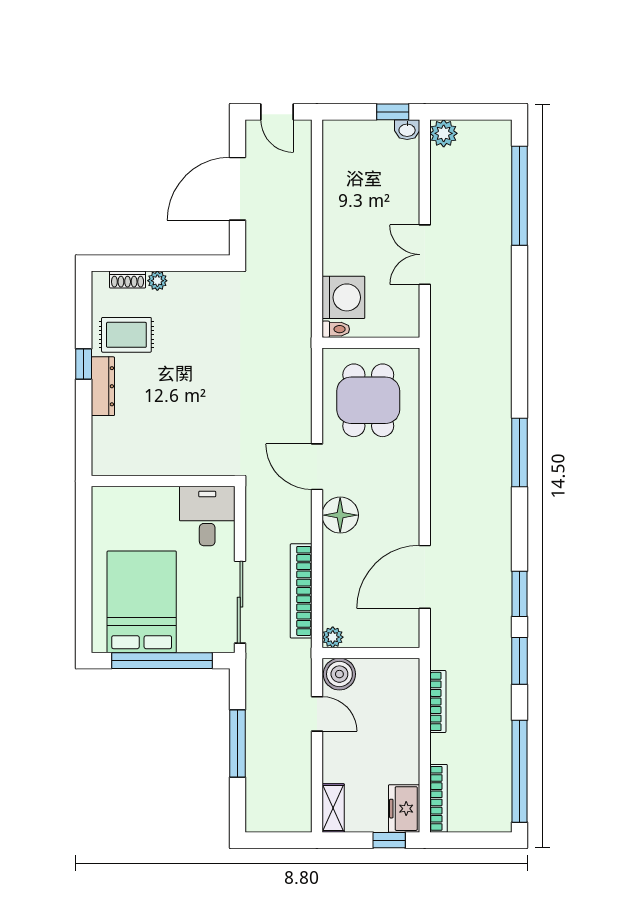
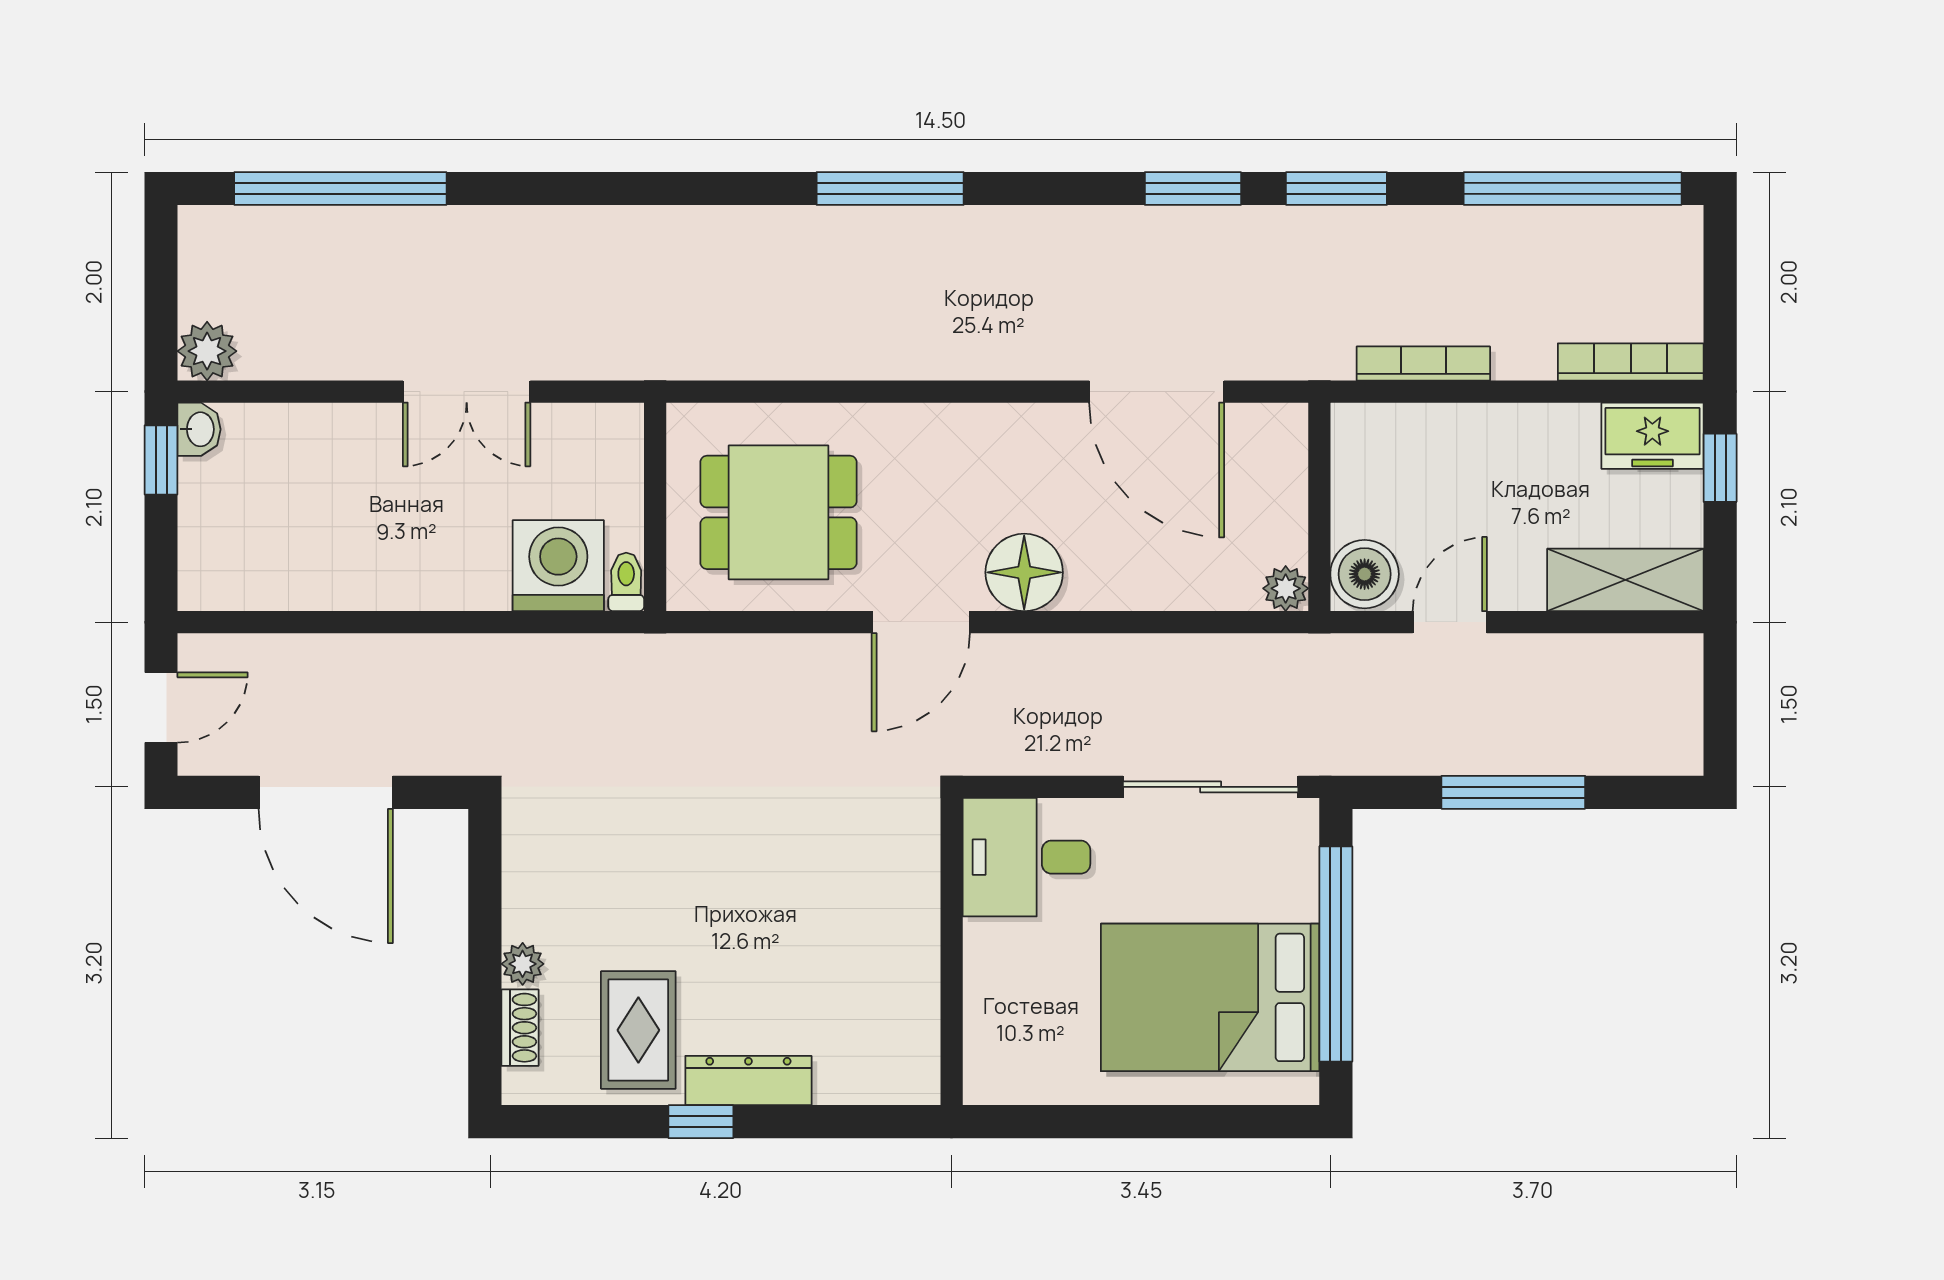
bookcase: (301, 591) -> (1187, 656), removed
shelving: (333, 808) -> (1625, 580), width x1.50, depth x1.33

